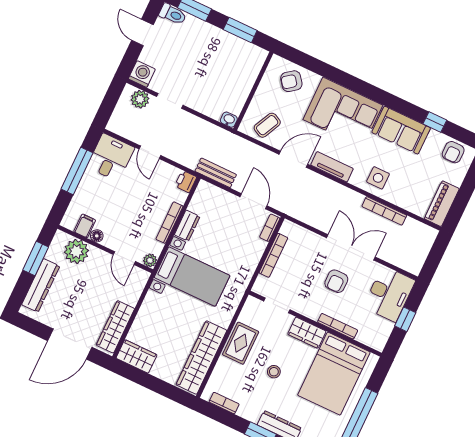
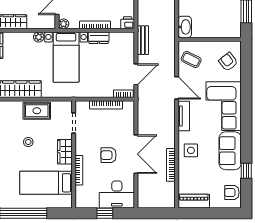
washbasin: (229, 120) -> (185, 27), width x1.91, depth x1.45
plant: (152, 298) -> (39, 37), added
bed: (334, 374) -> (46, 183), width x0.67

